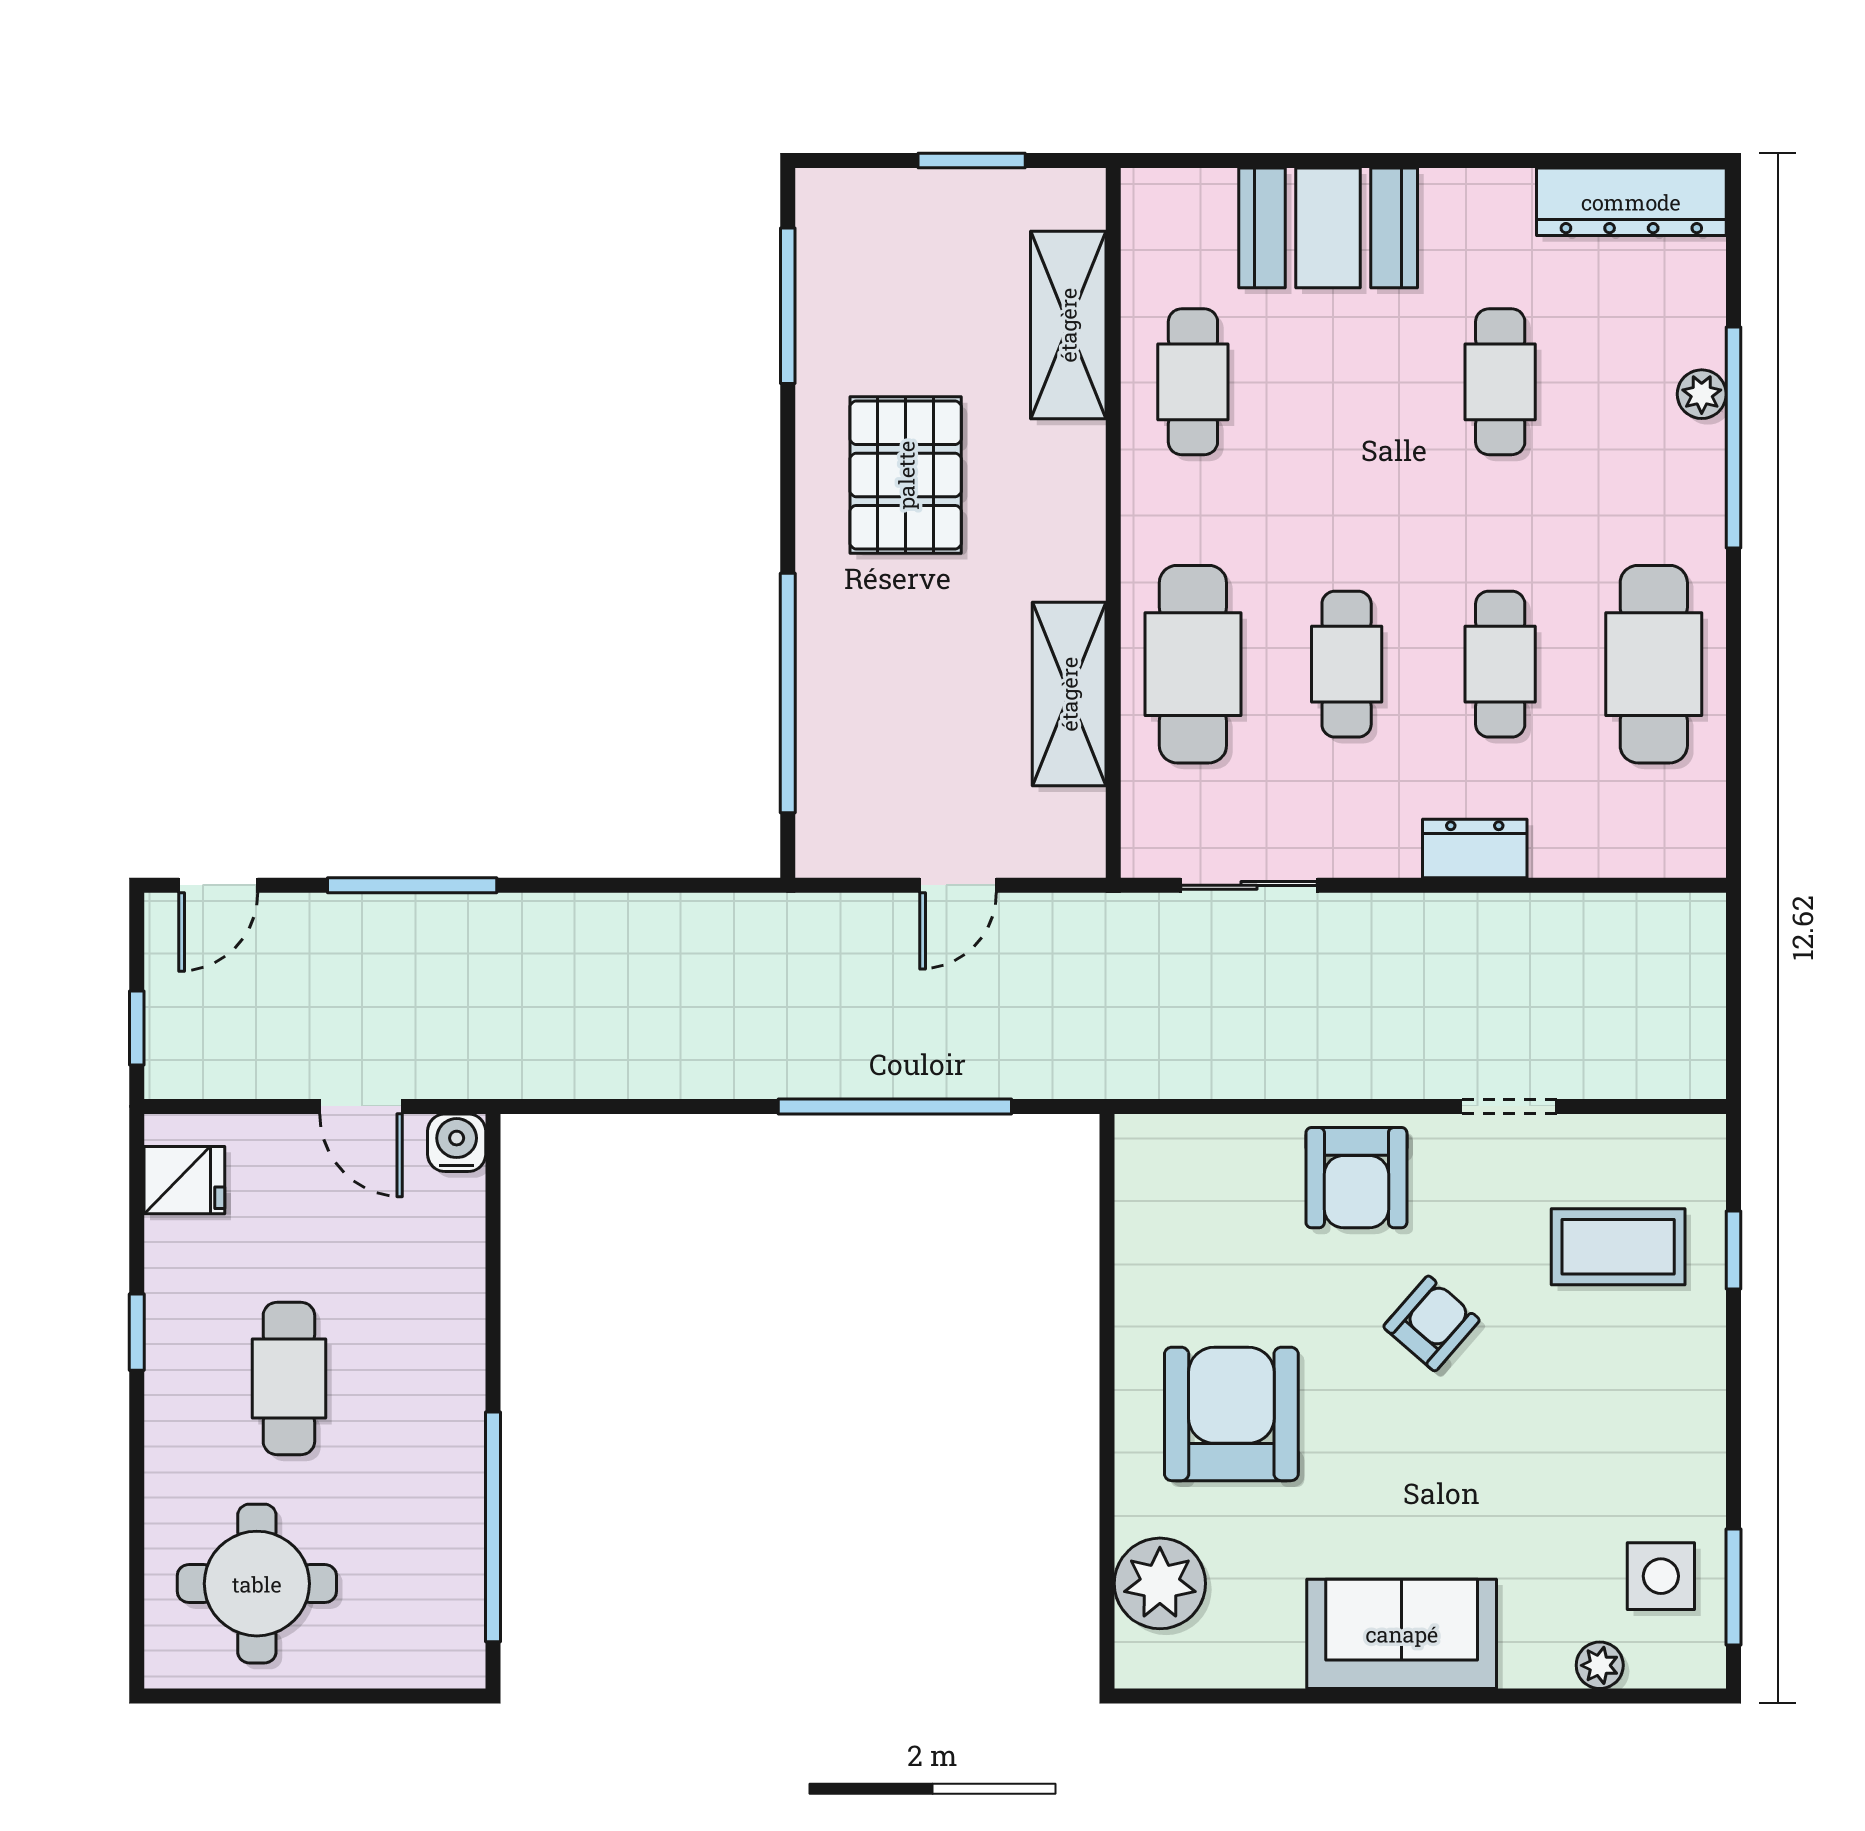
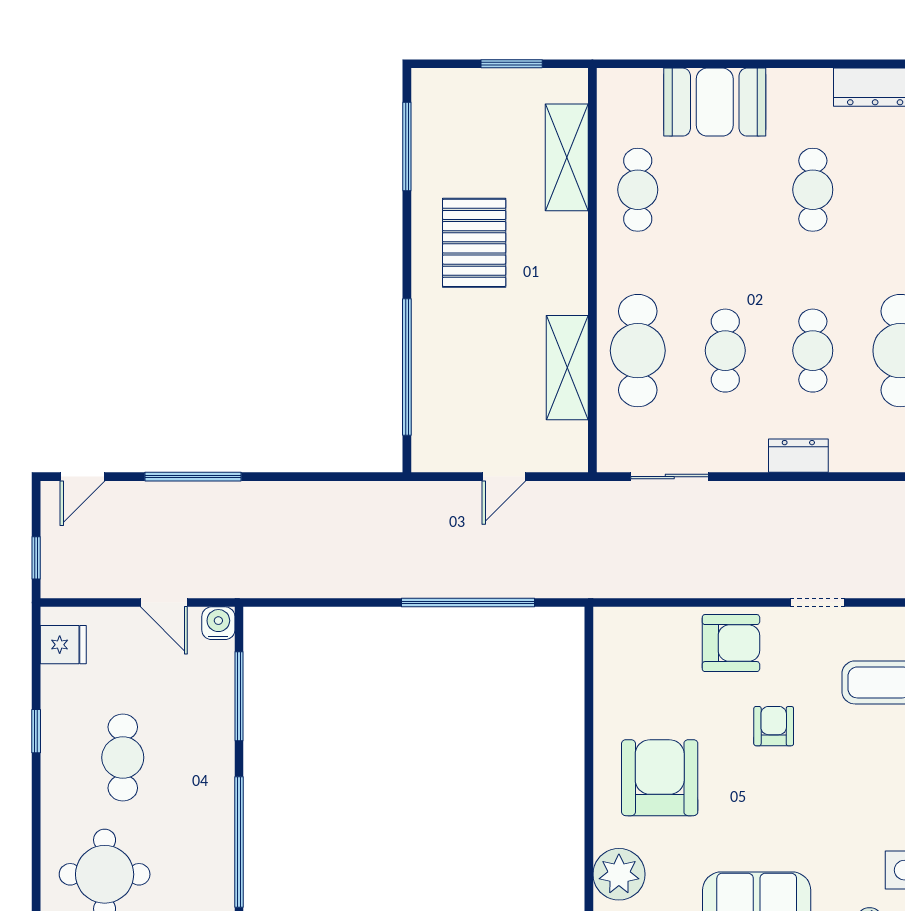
armchair: (1356, 1178) -> (731, 643), turned -90
window: (493, 1271) -> (239, 696), added
armchair: (1431, 1323) -> (774, 726), turned -41

